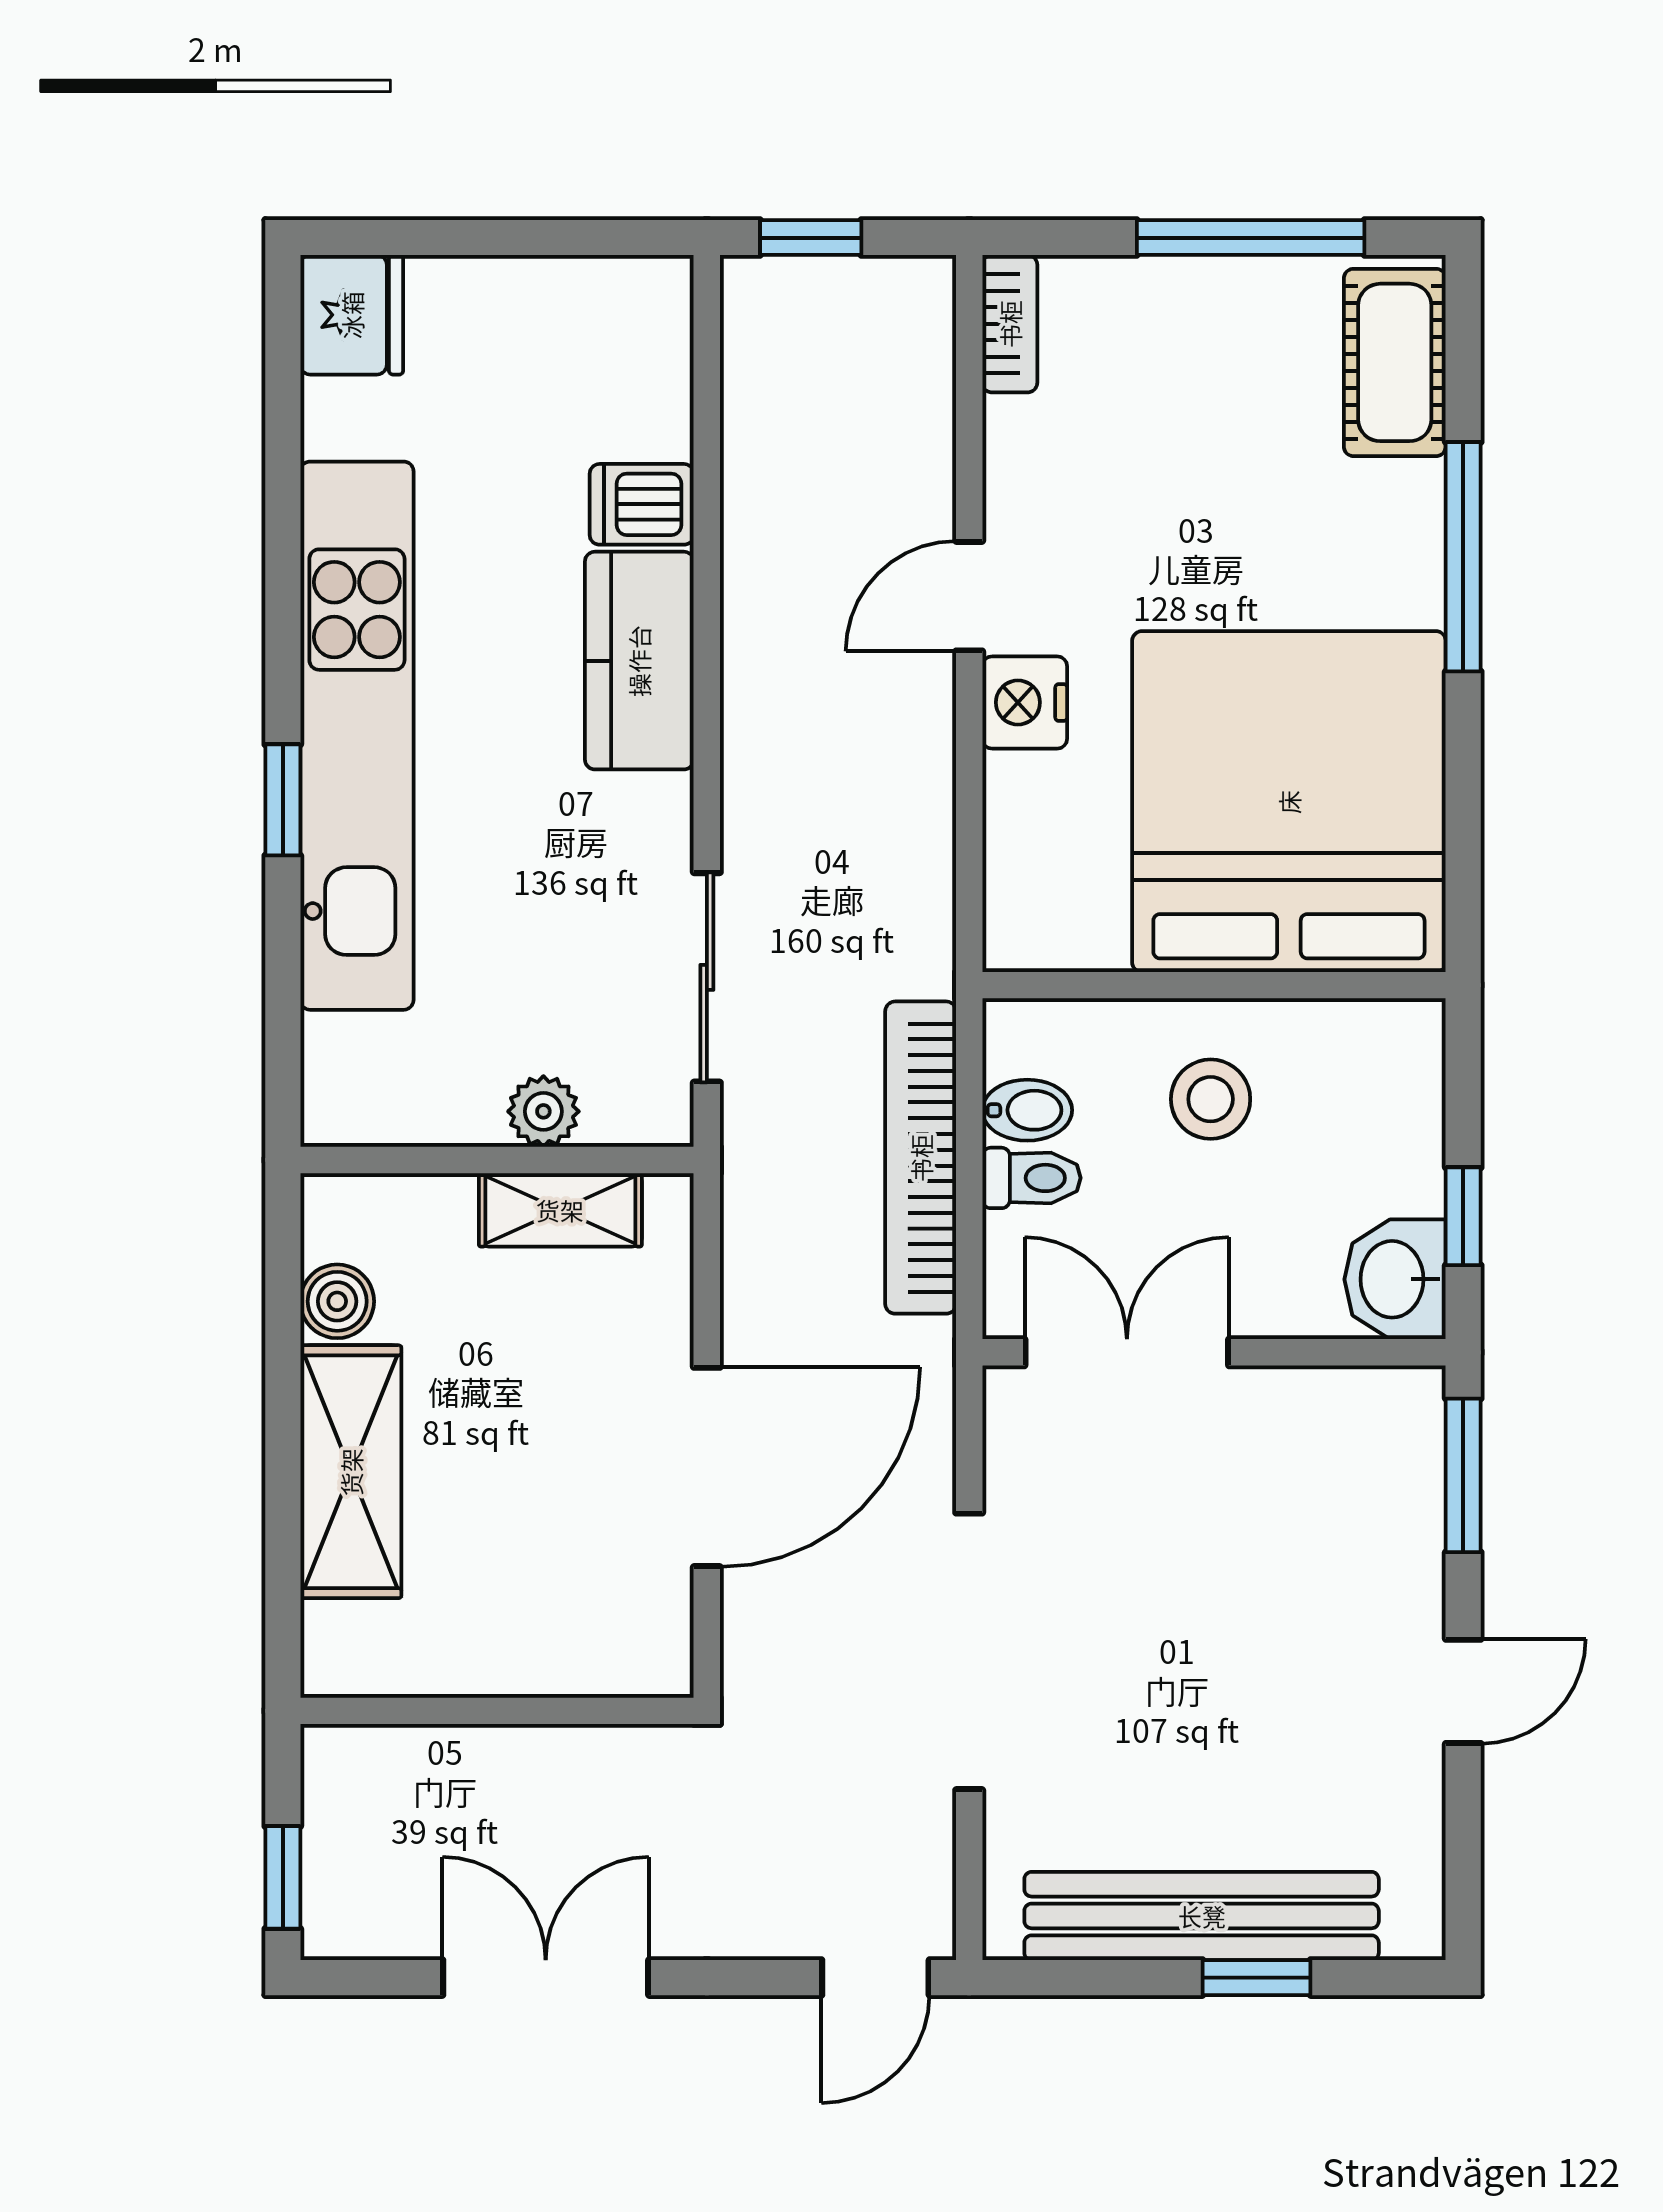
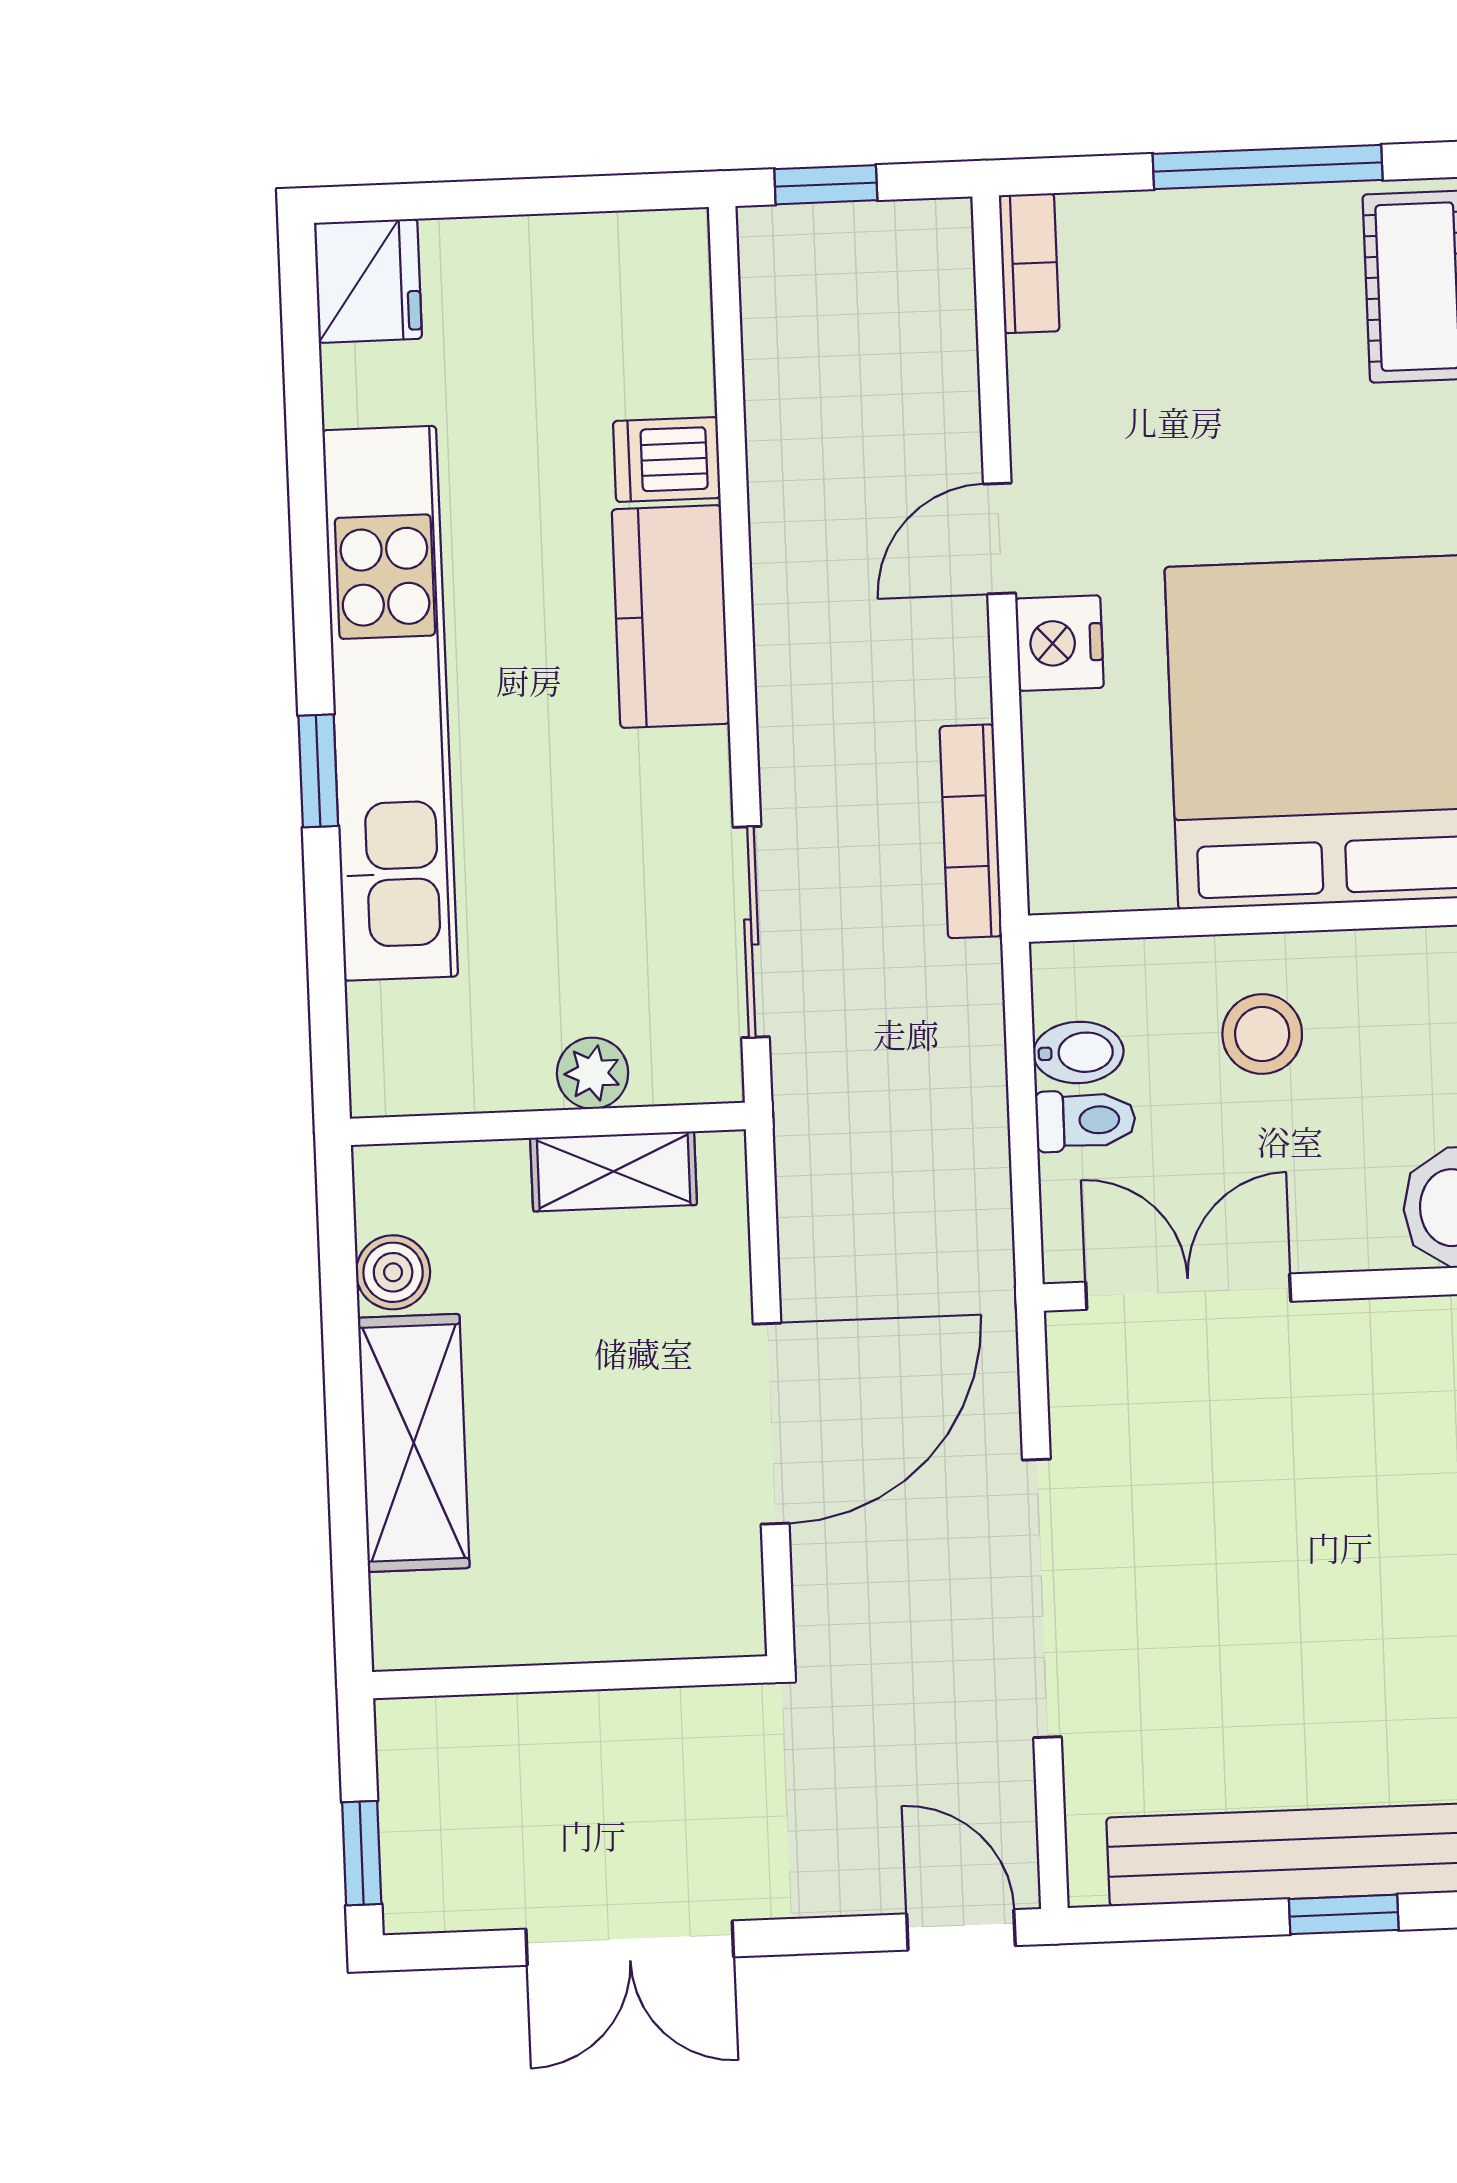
bookcase: (921, 1158) -> (971, 831), moved, width x0.68, depth x0.76
double door: (546, 1978) -> (630, 1943), swing flipped
door: (875, 1978) -> (961, 1930), swing flipped

